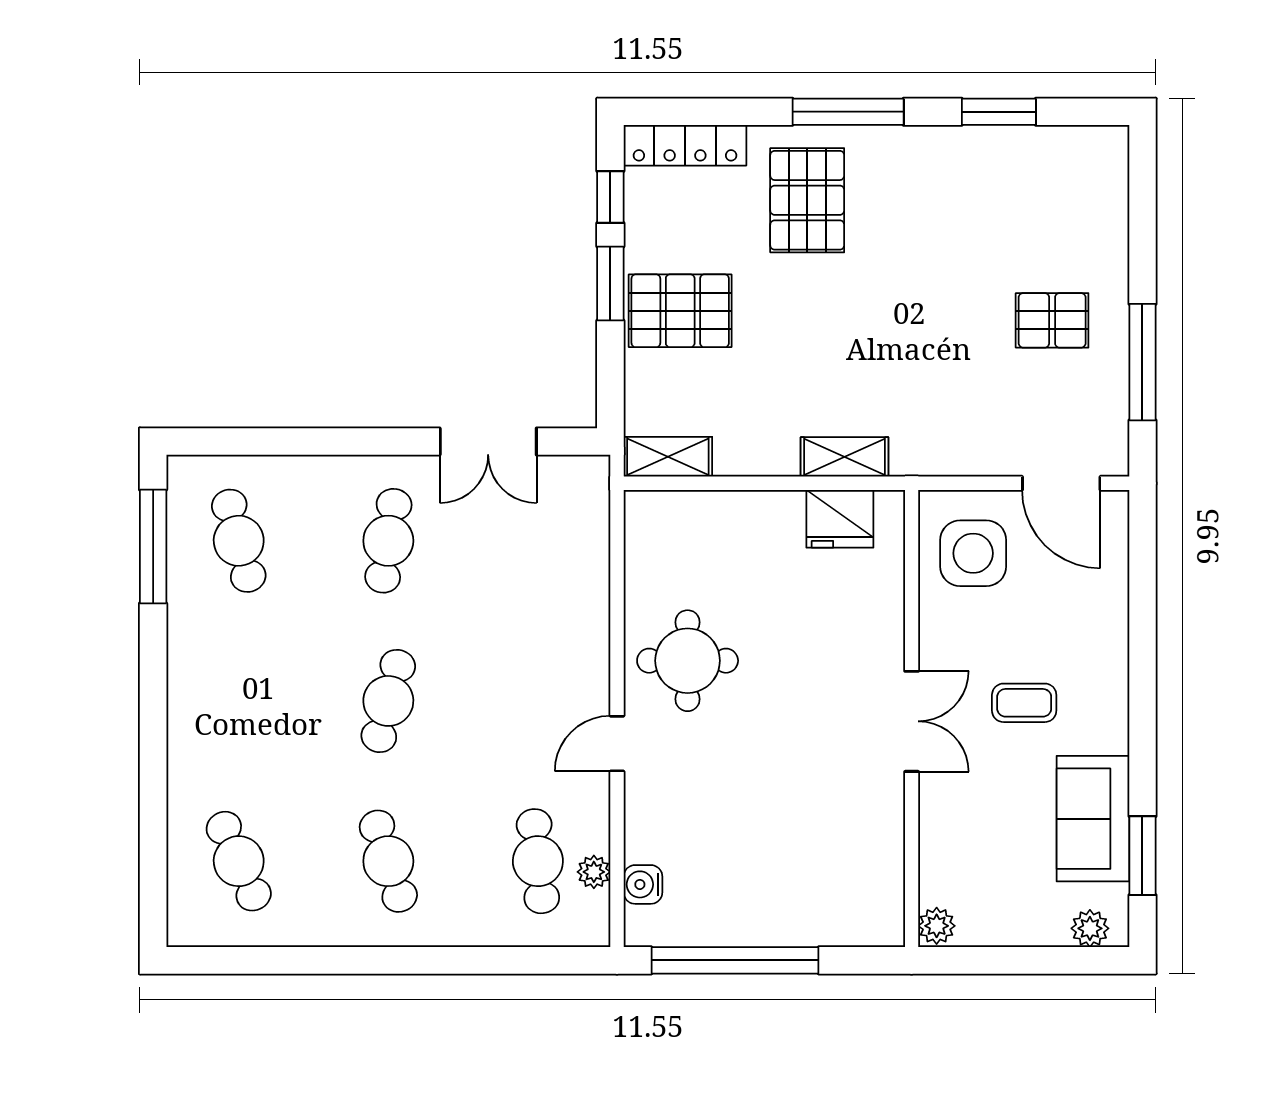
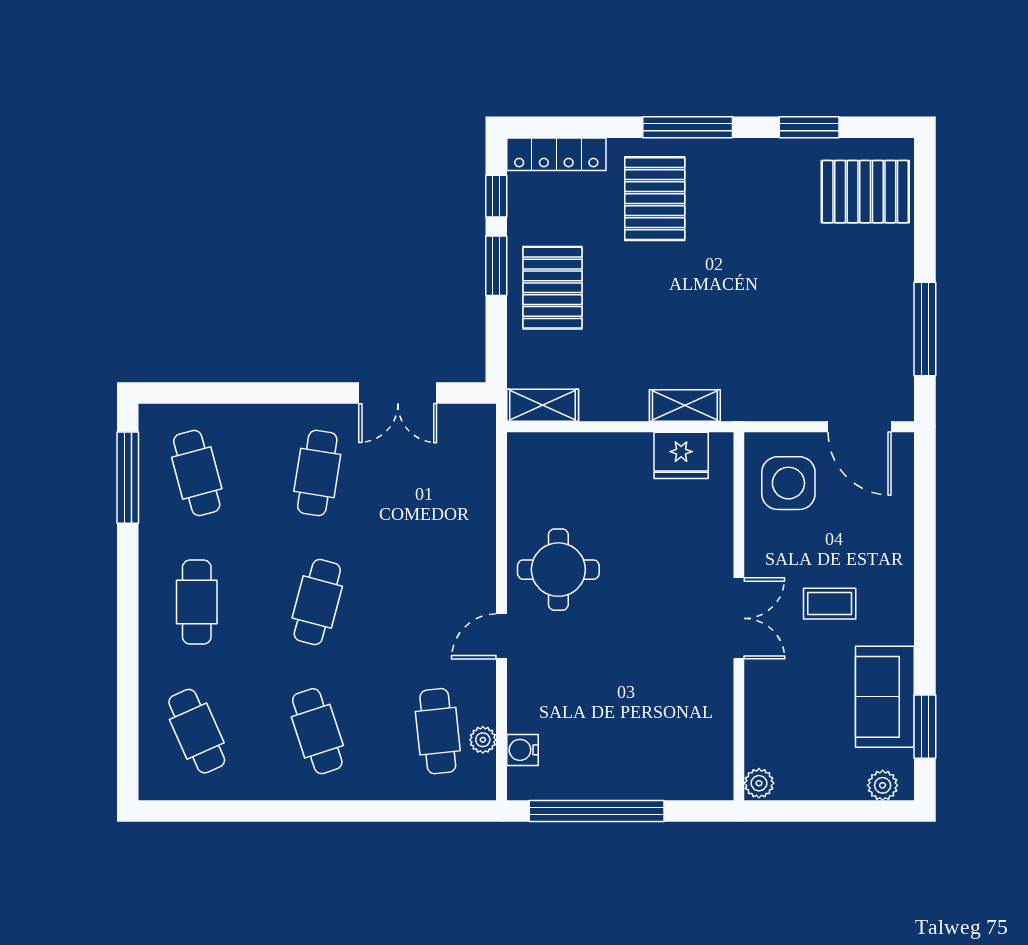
pallet: (680, 311) -> (552, 288), turned 90
pallet: (1052, 320) -> (865, 192), moved, width x1.50, depth x1.42
cafe table: (239, 701) -> (197, 602), added

